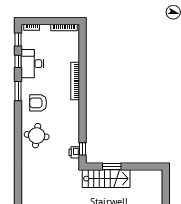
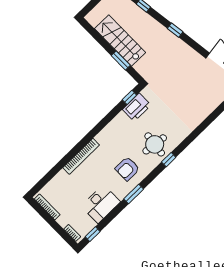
window: (18, 61) -> (169, 160), moved
armchair: (38, 103) -> (127, 169), turned 90
printer: (74, 152) -> (137, 107), width x1.87, depth x1.48
stairs: (106, 179) -> (120, 41), moved

